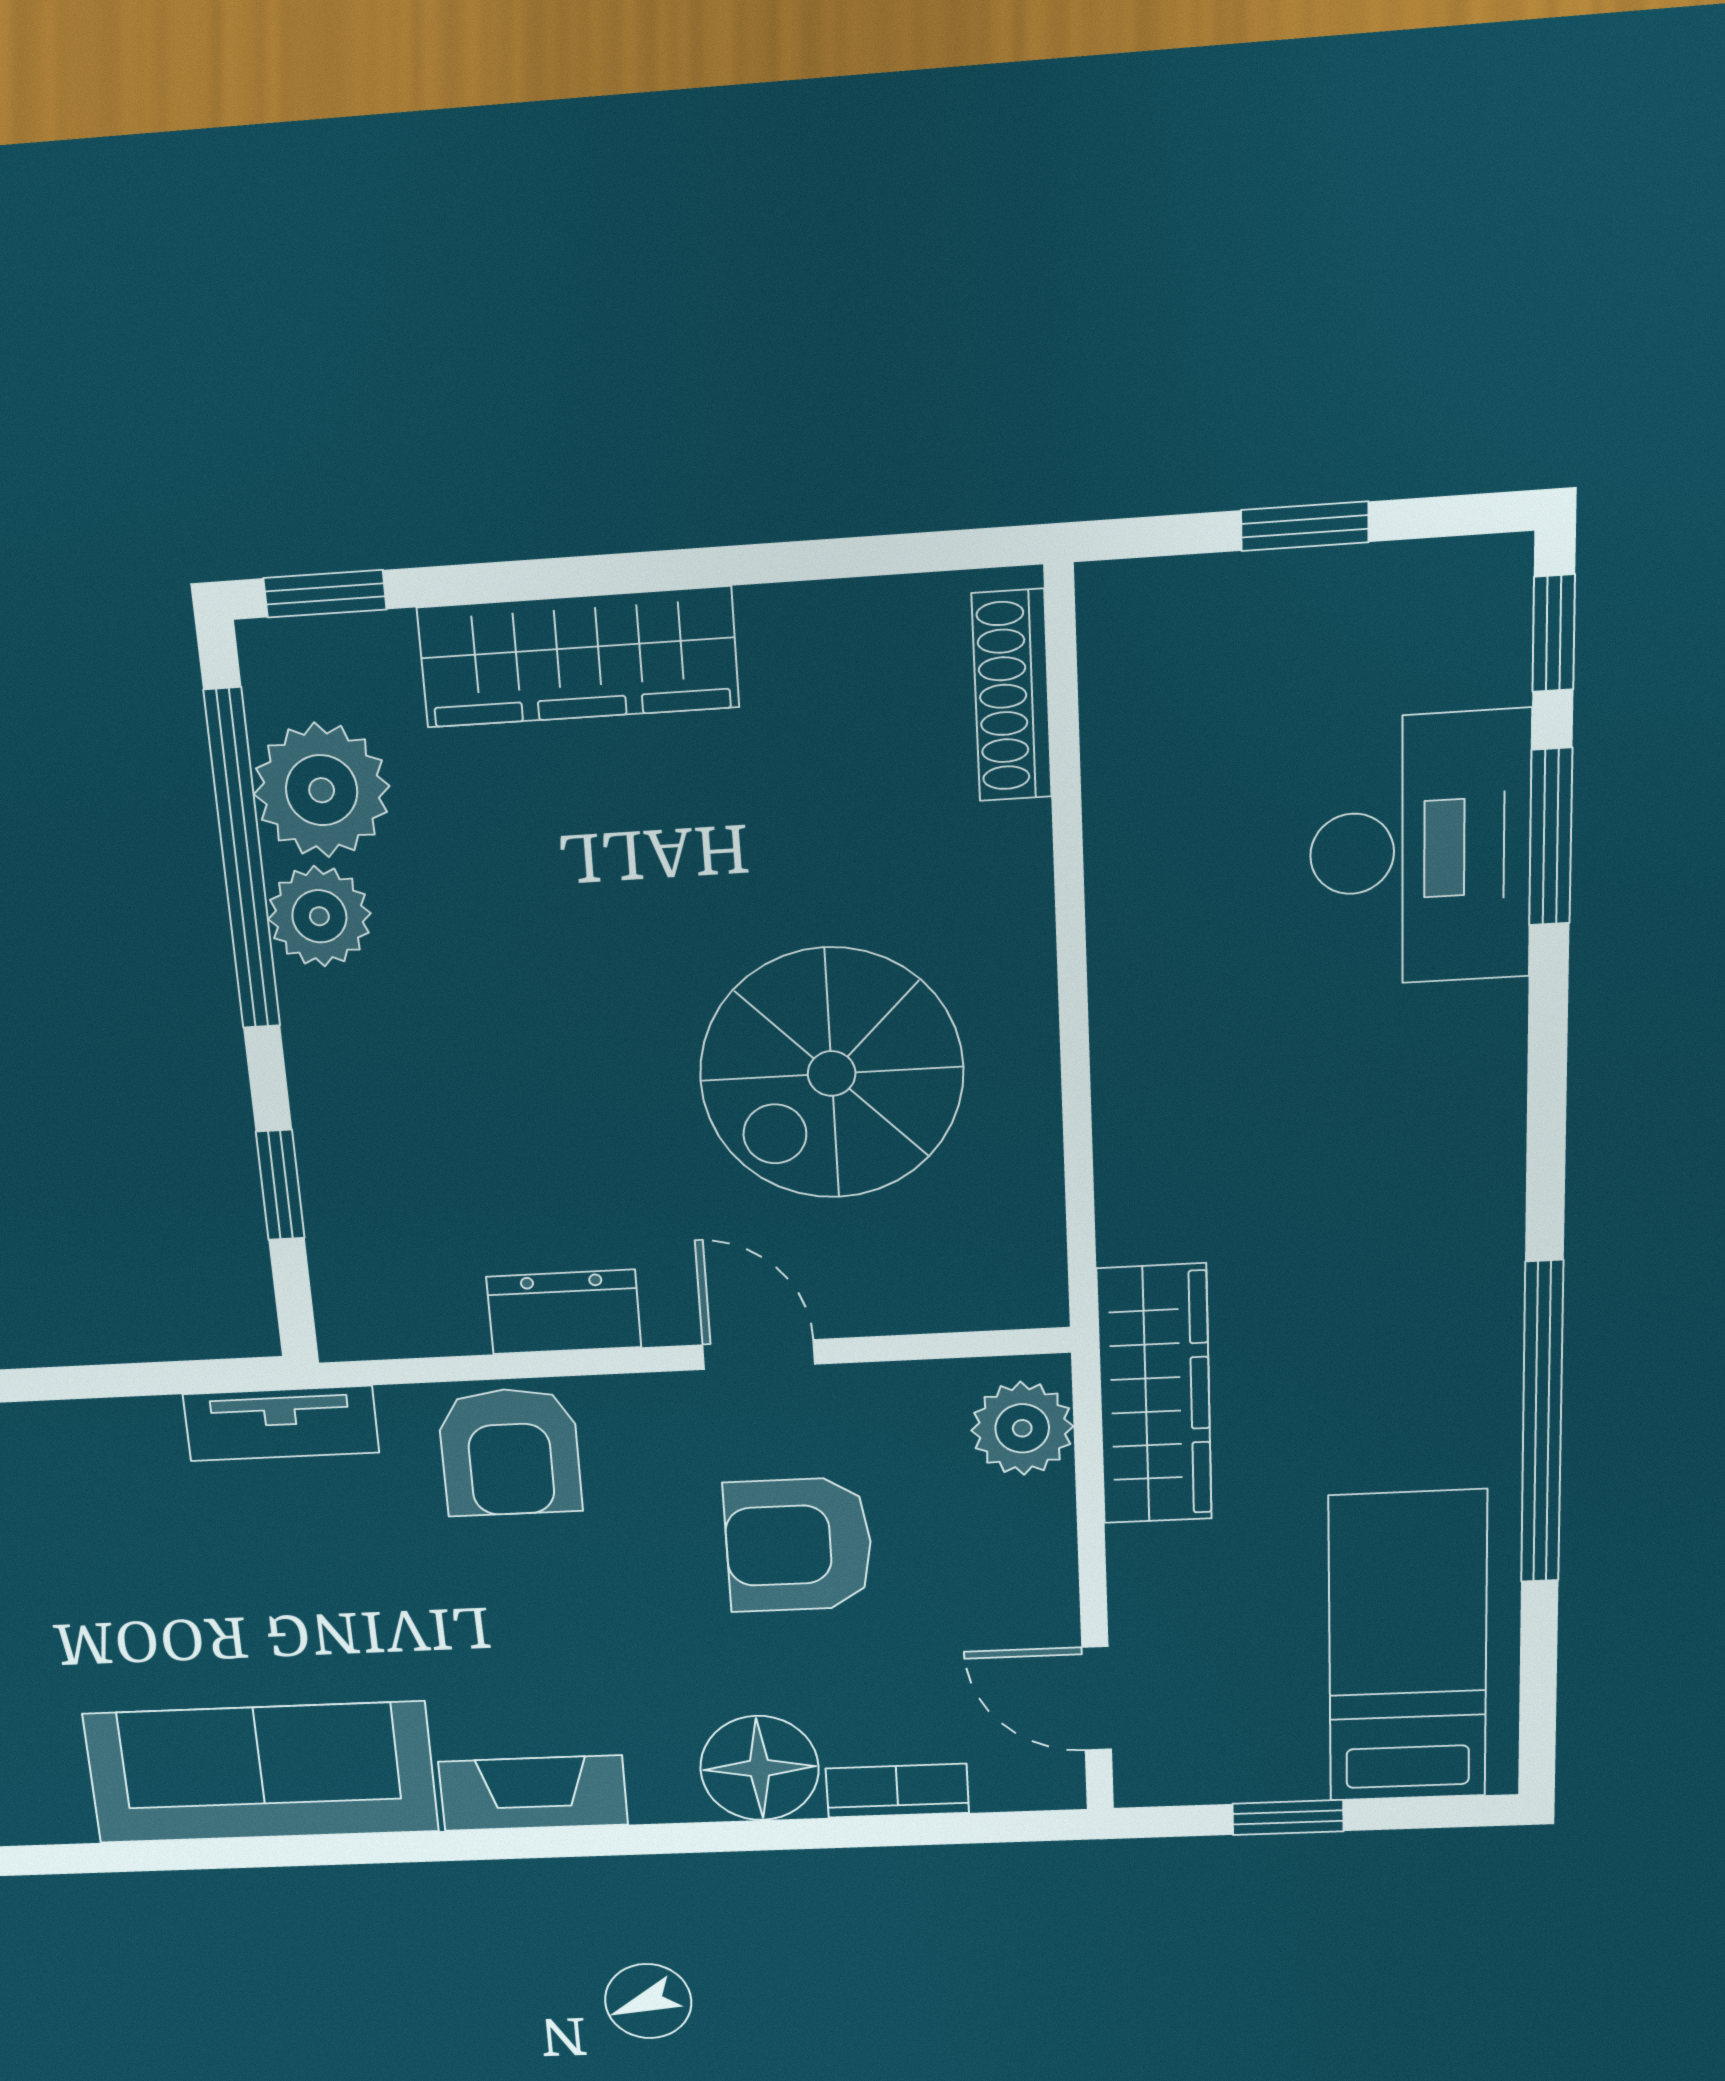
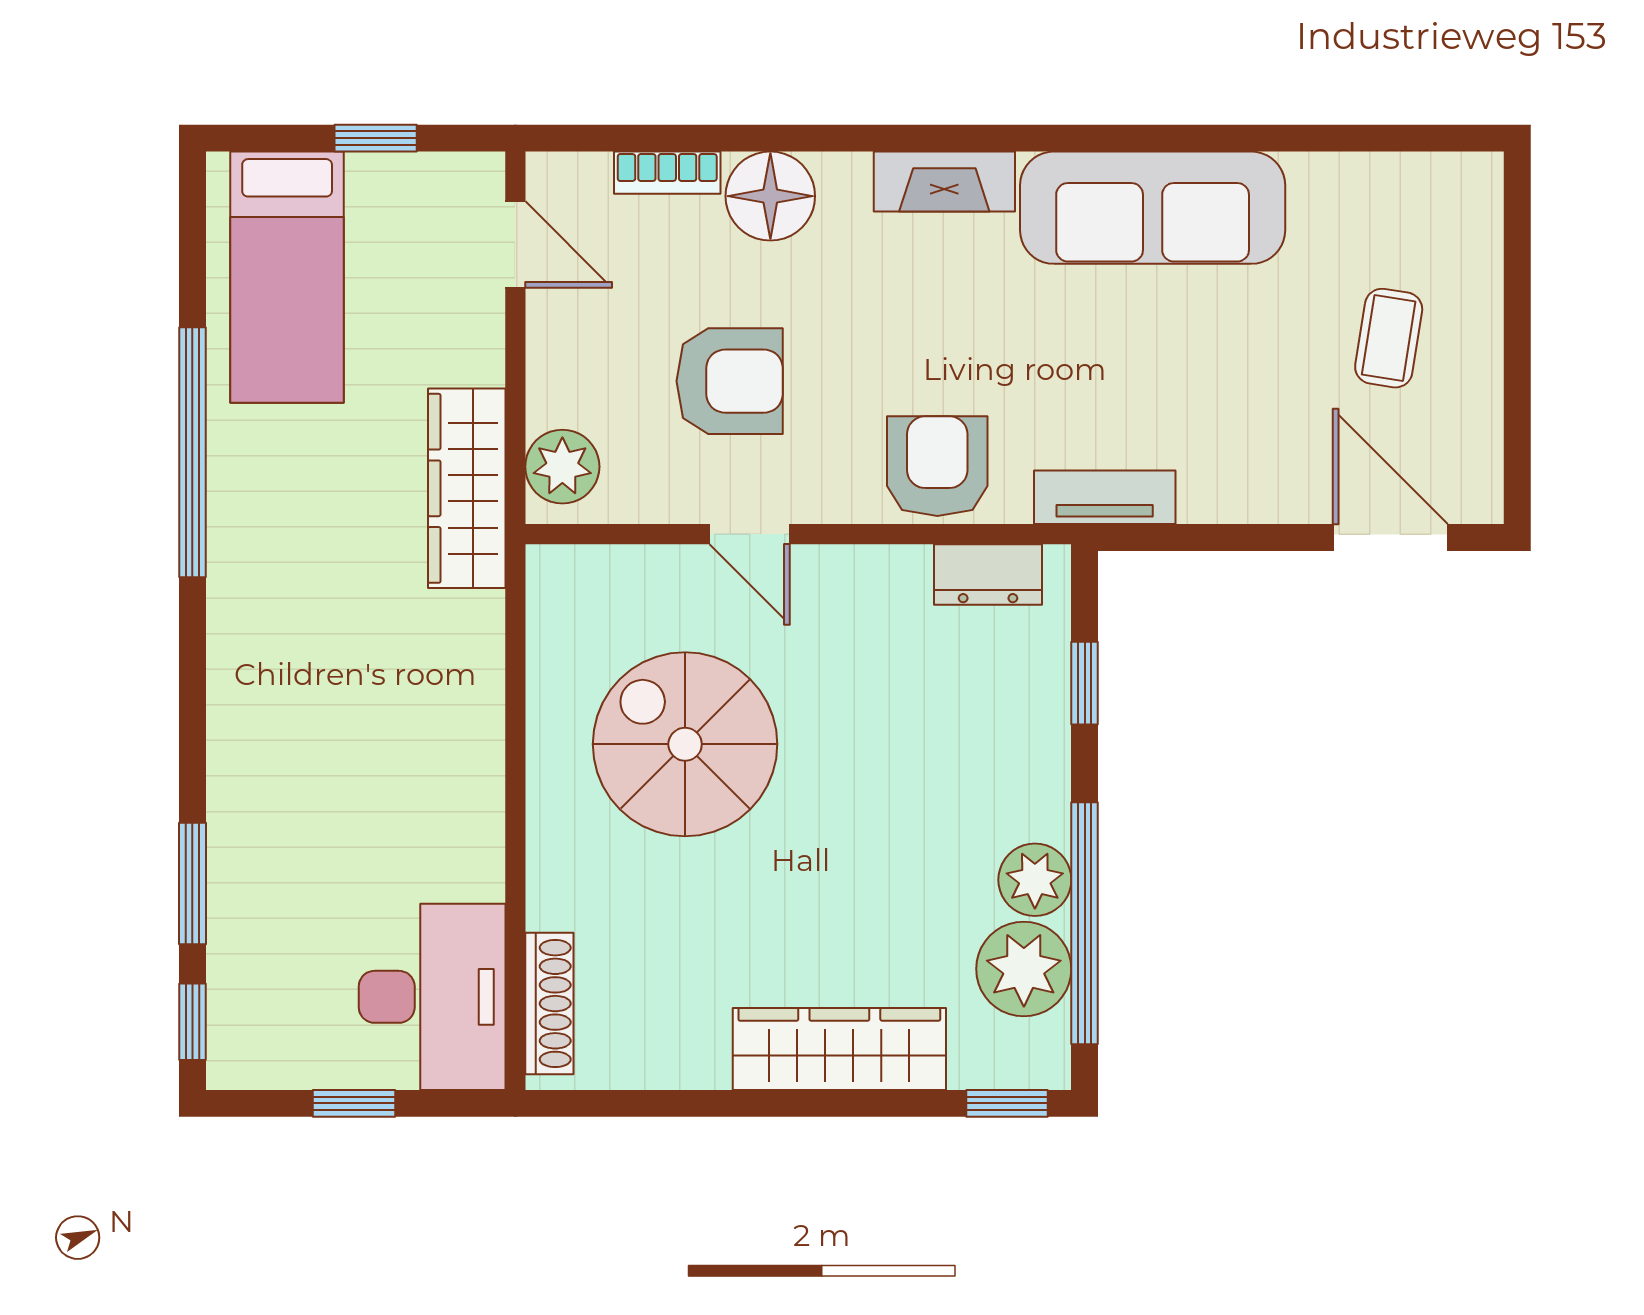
desk: (1420, 850) -> (432, 997), moved, turned 180
spiral stairs: (832, 1074) -> (685, 744), turned -90
dresser: (564, 1312) -> (988, 575), moved

